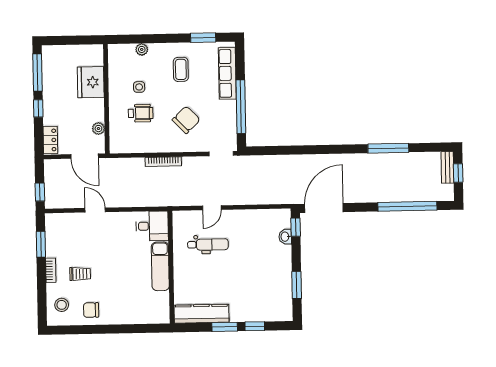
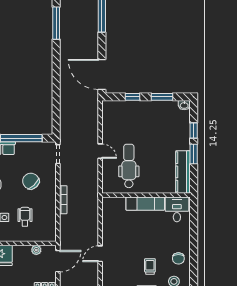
door: (212, 208) -> (100, 151), moved
desk: (152, 226) -> (177, 209), moved
window: (296, 227) -> (133, 97), moved
washbasin: (285, 237) -> (184, 105), moved
dental chair: (208, 244) -> (129, 166), width x1.36, depth x1.38

